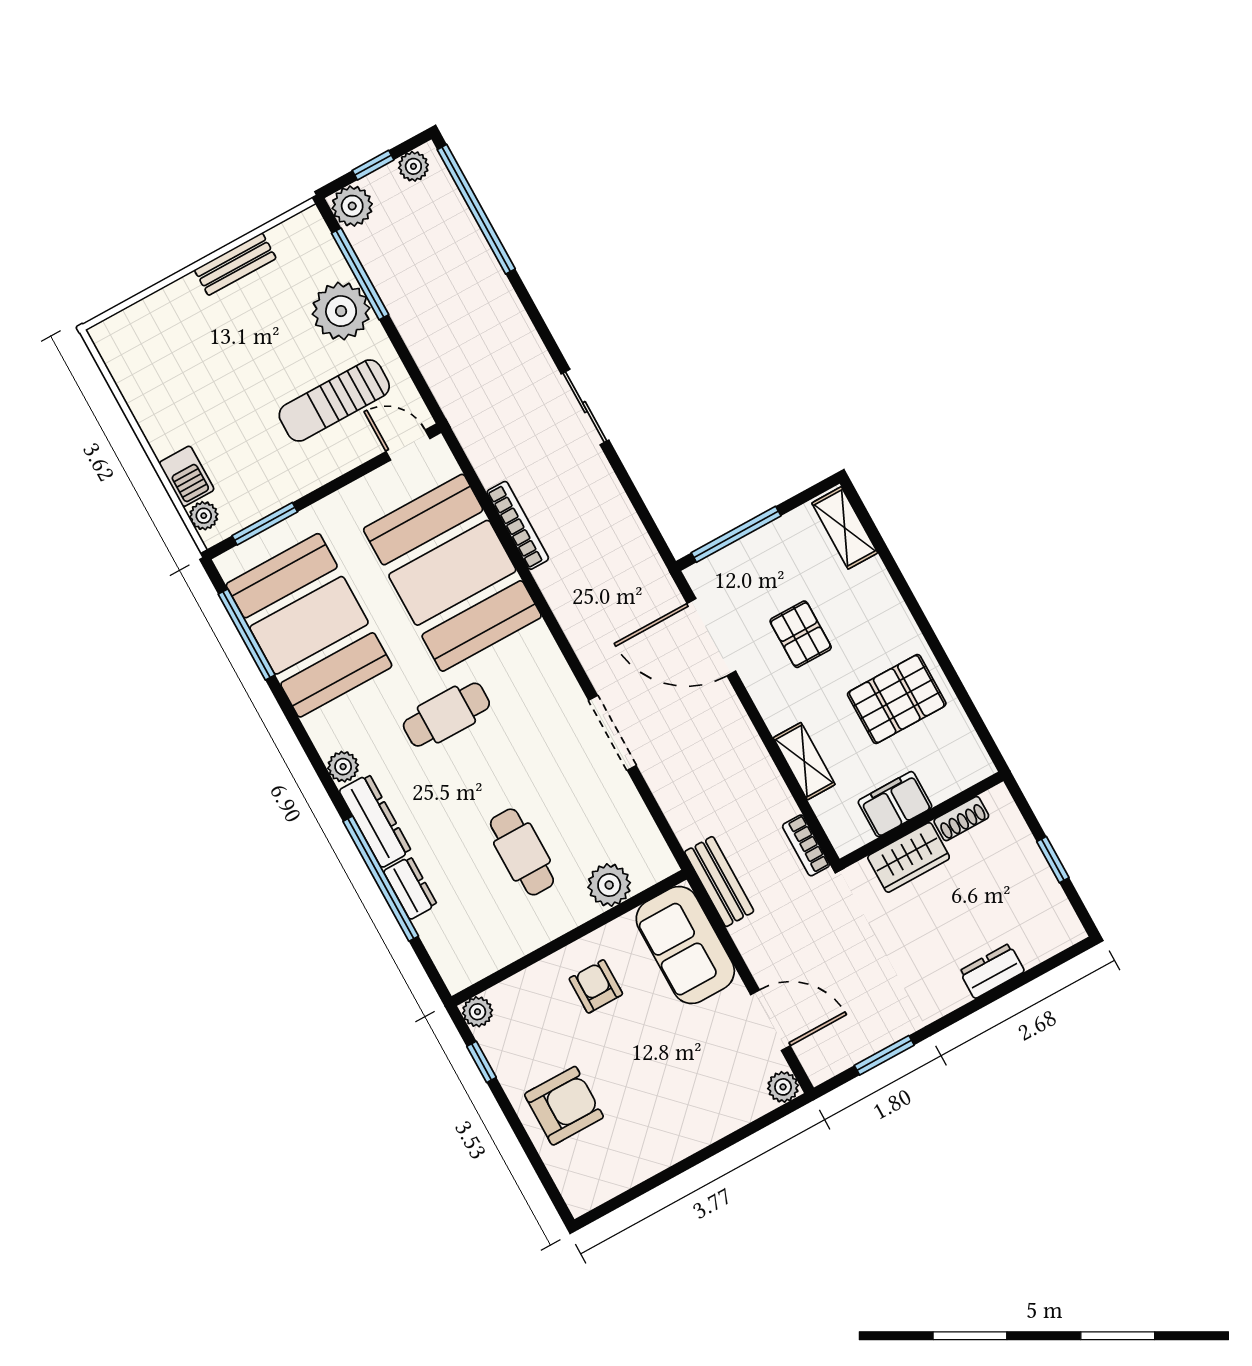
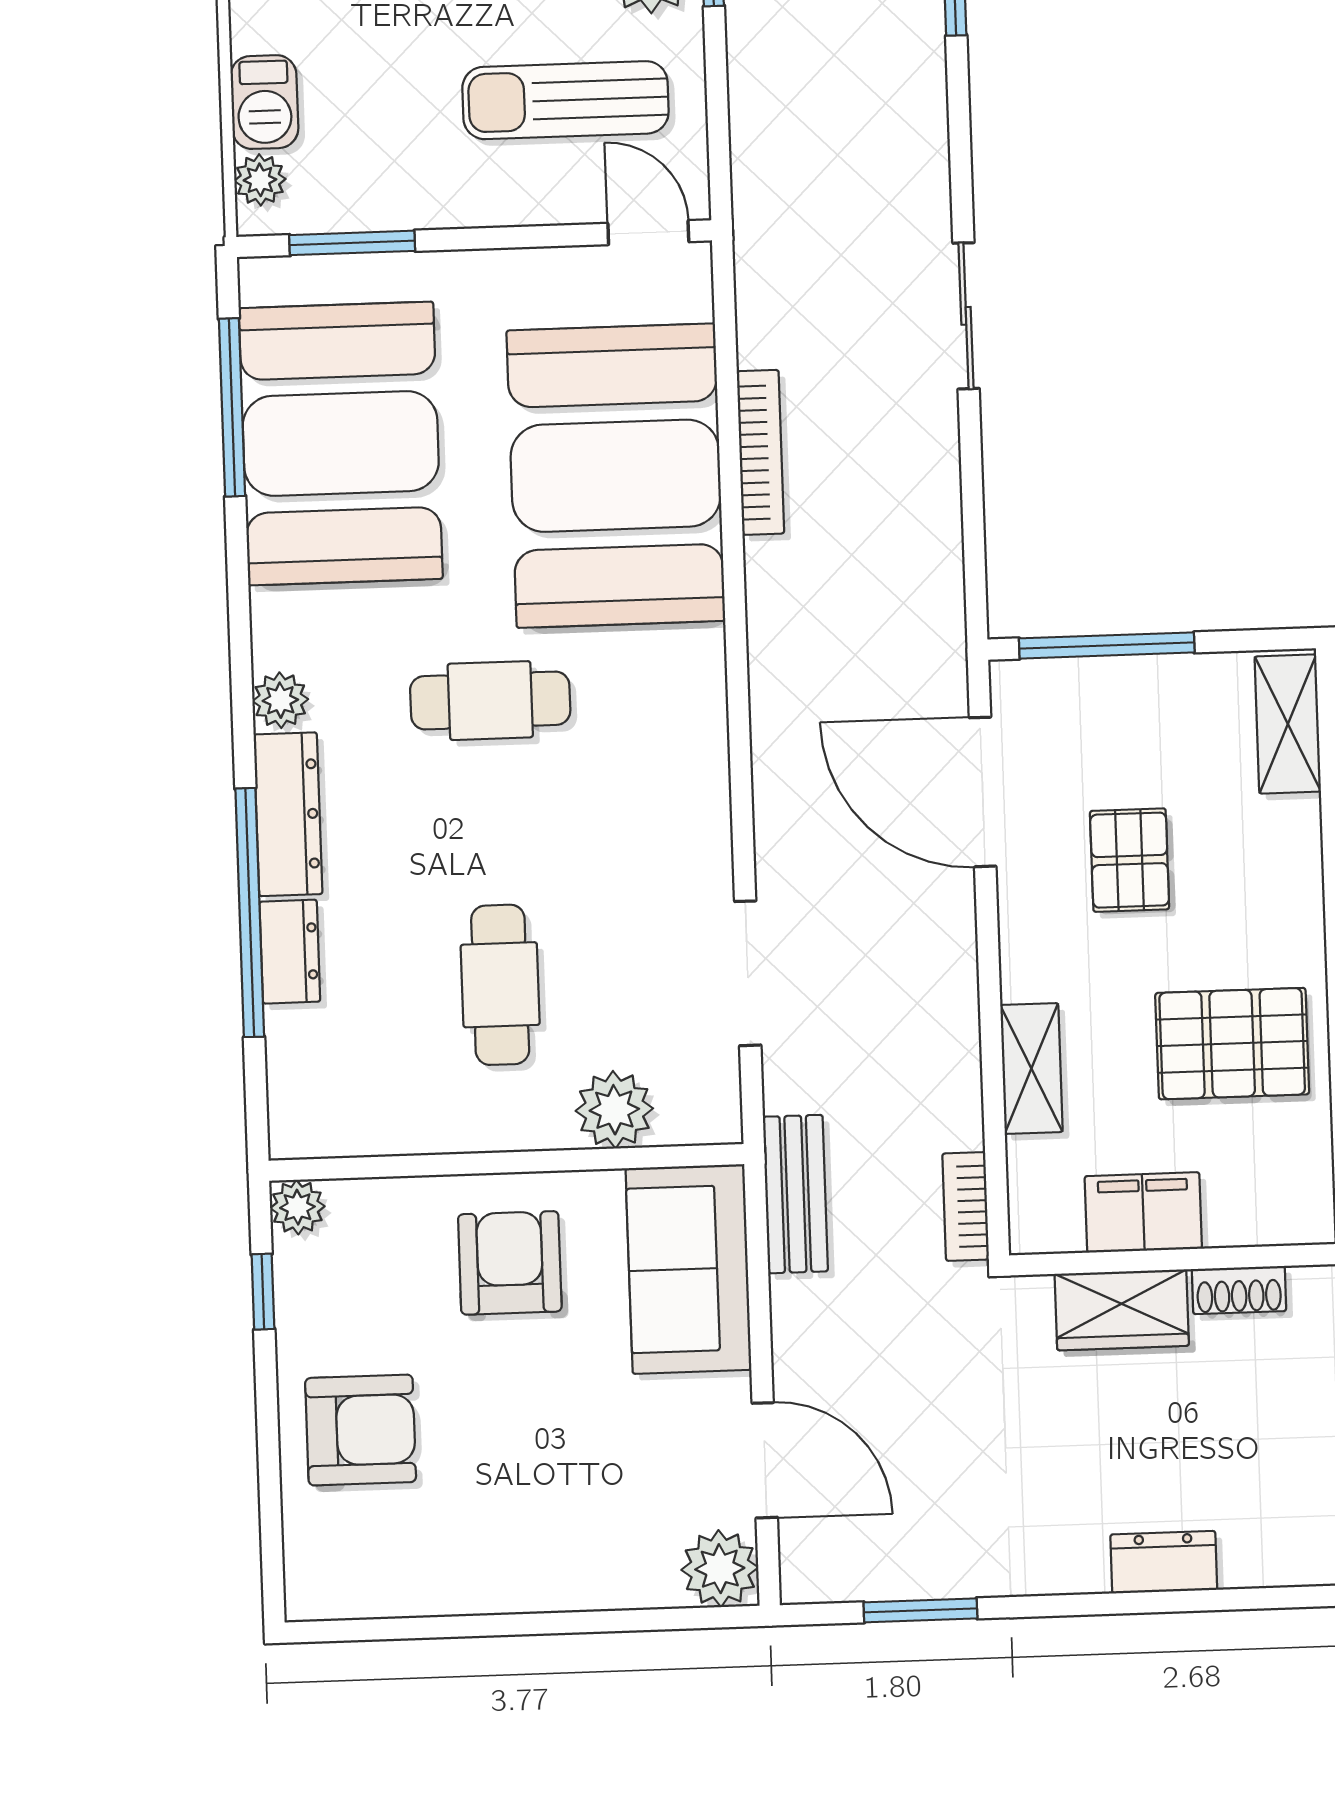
doorway: (612, 733) -> (748, 973), moved
armchair: (596, 986) -> (510, 1263), width x1.38, depth x1.38
plant: (783, 1087) -> (720, 1569), width x1.38, depth x1.38

